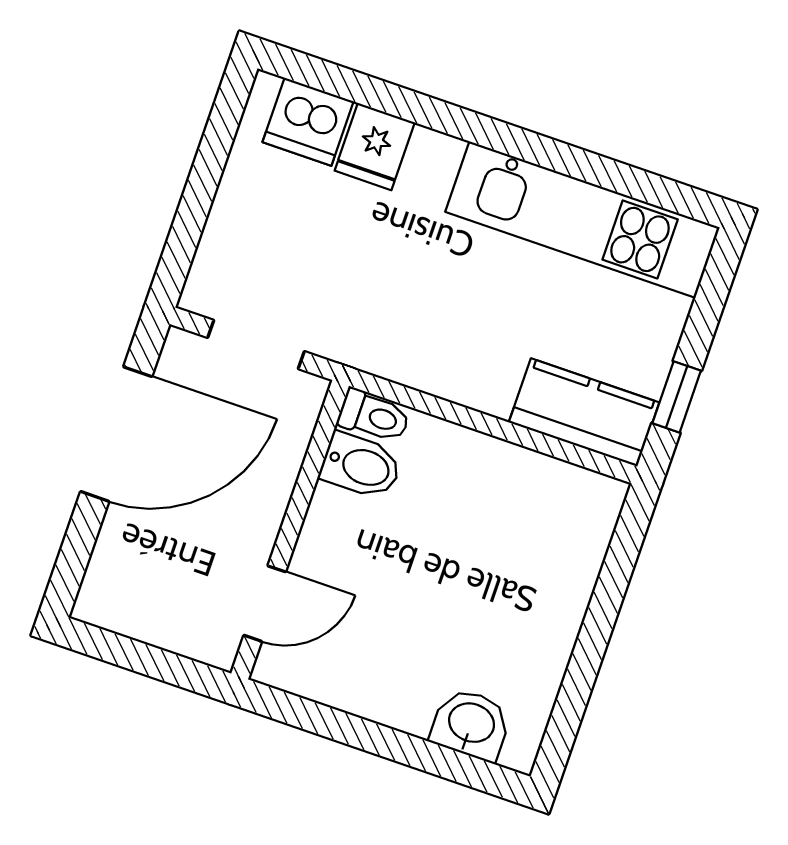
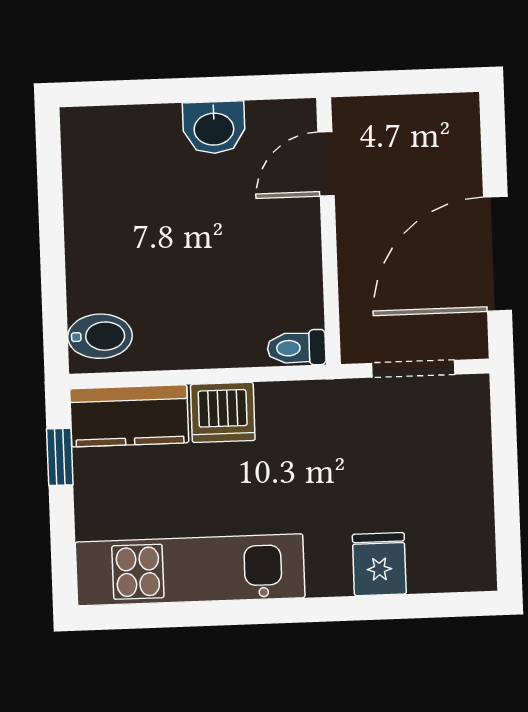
dishwasher: (308, 122) -> (223, 412), moved, turned 180
bidet: (361, 466) -> (100, 336), moved, turned 180
washbasin: (471, 724) -> (214, 128), moved

